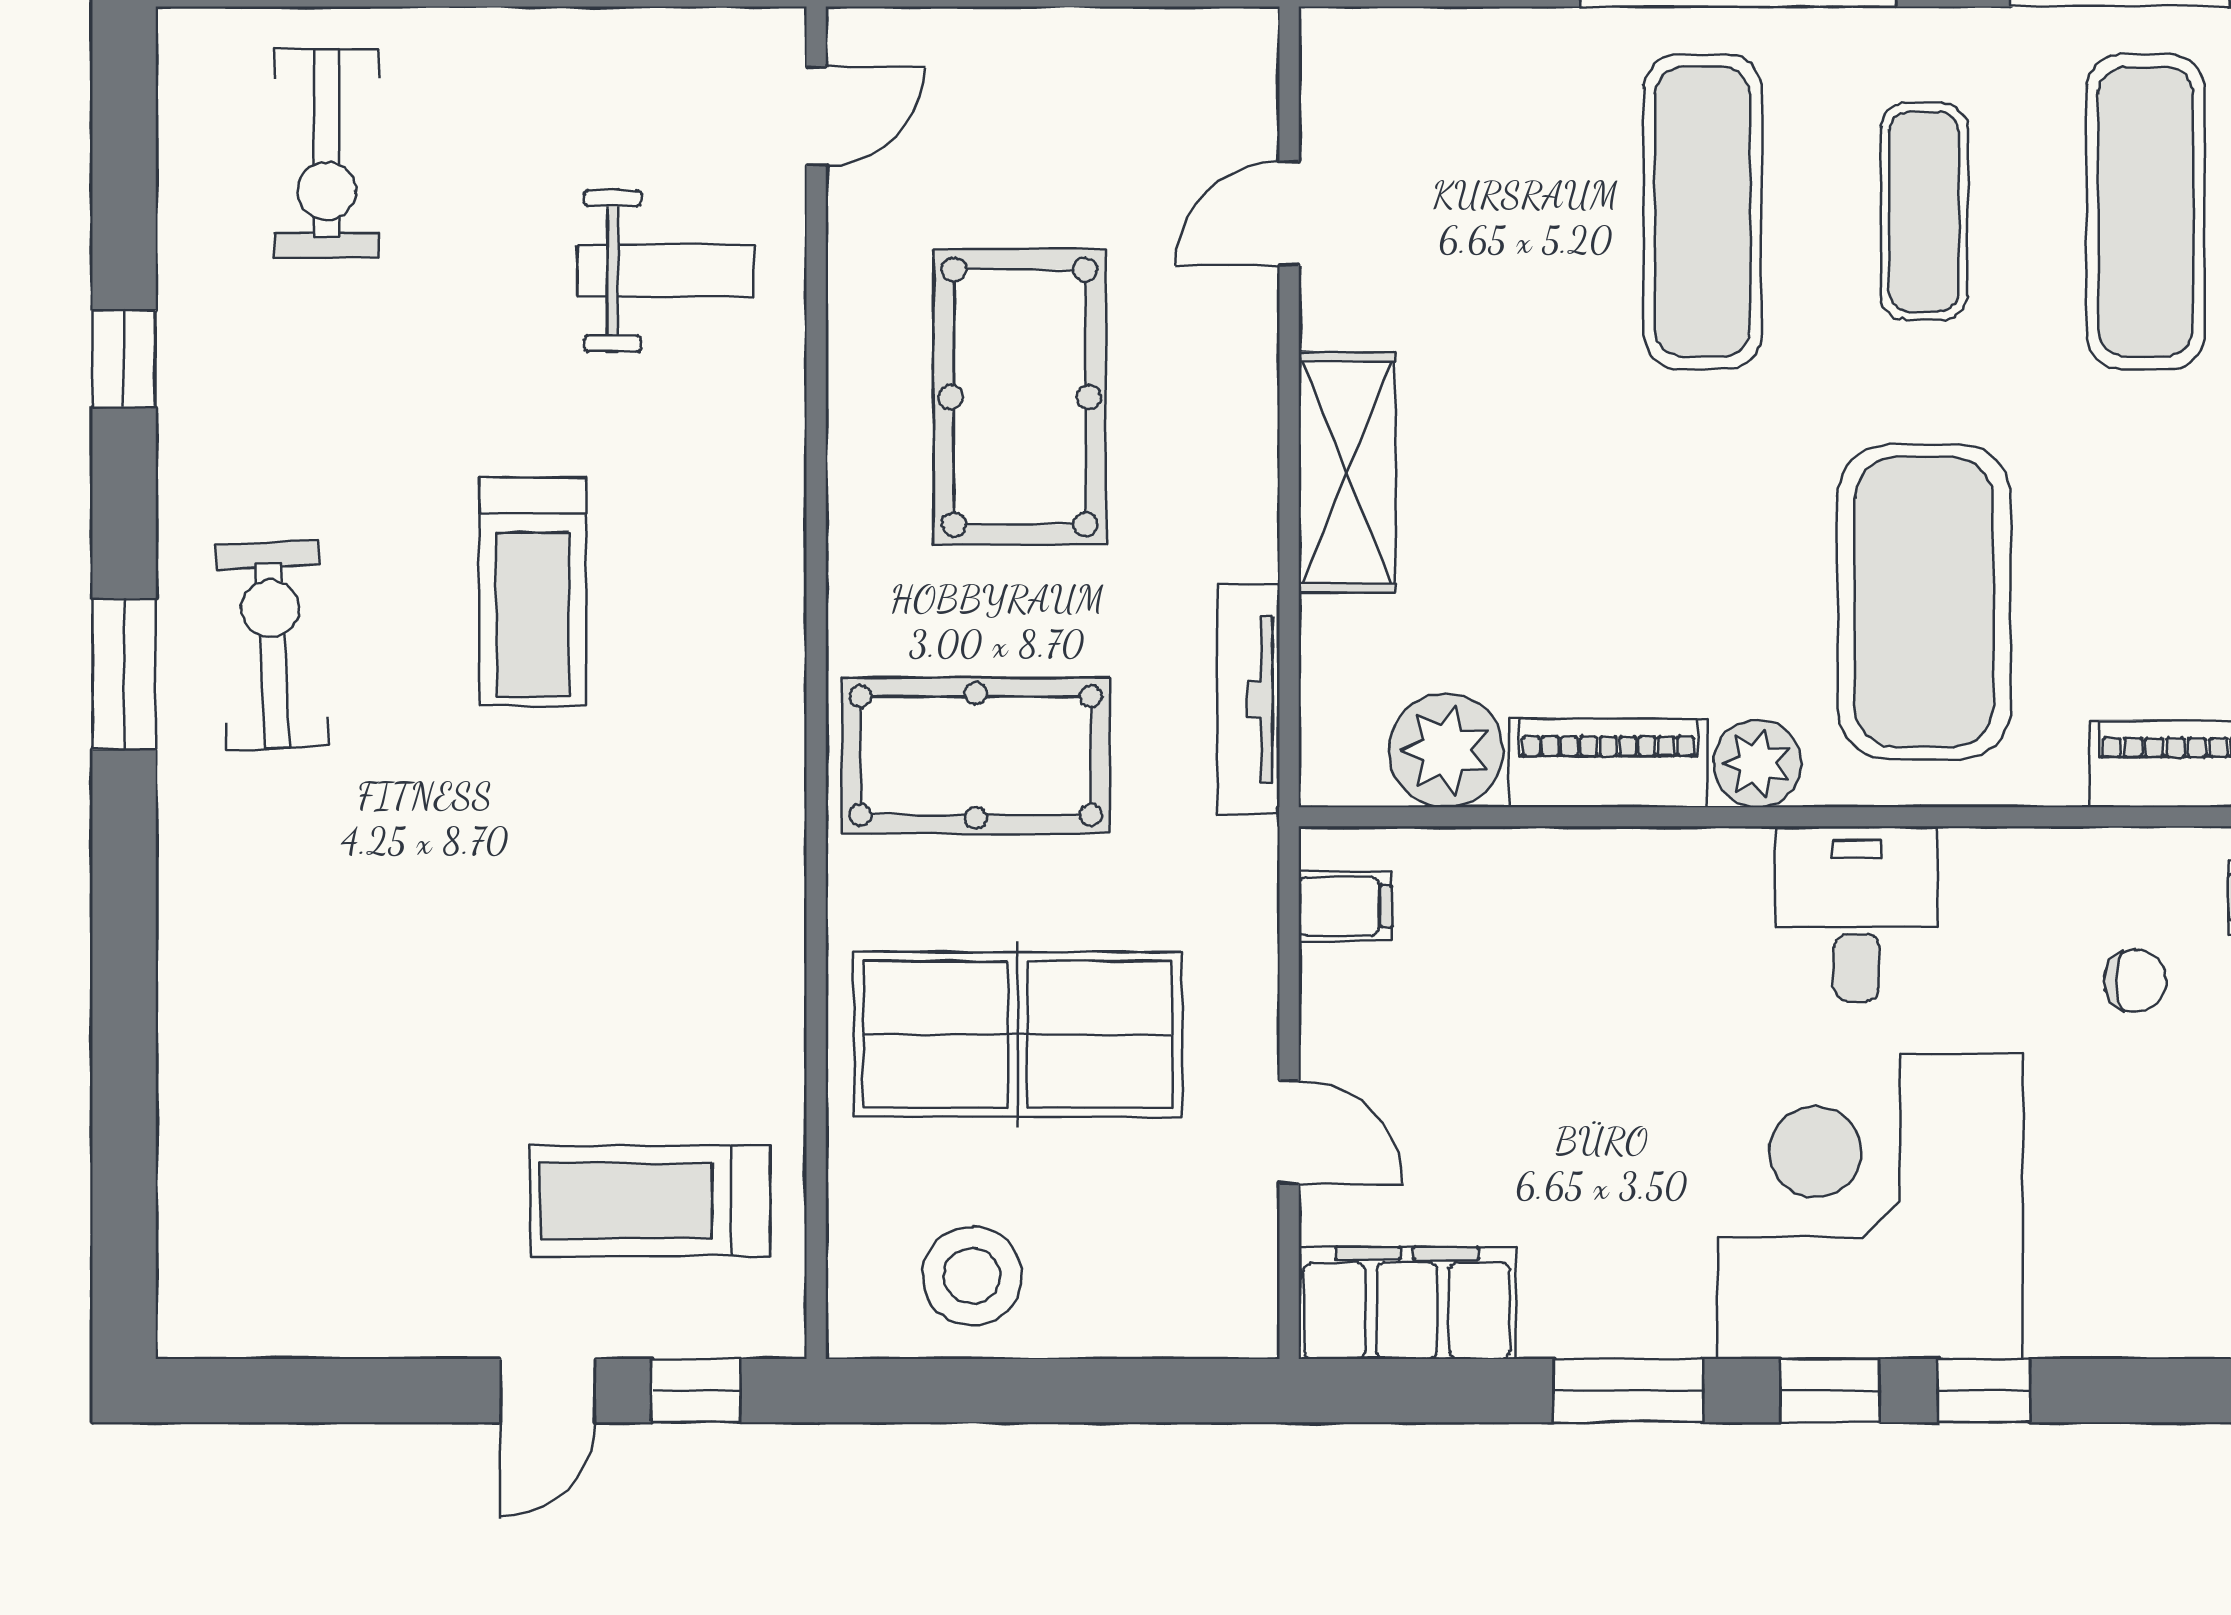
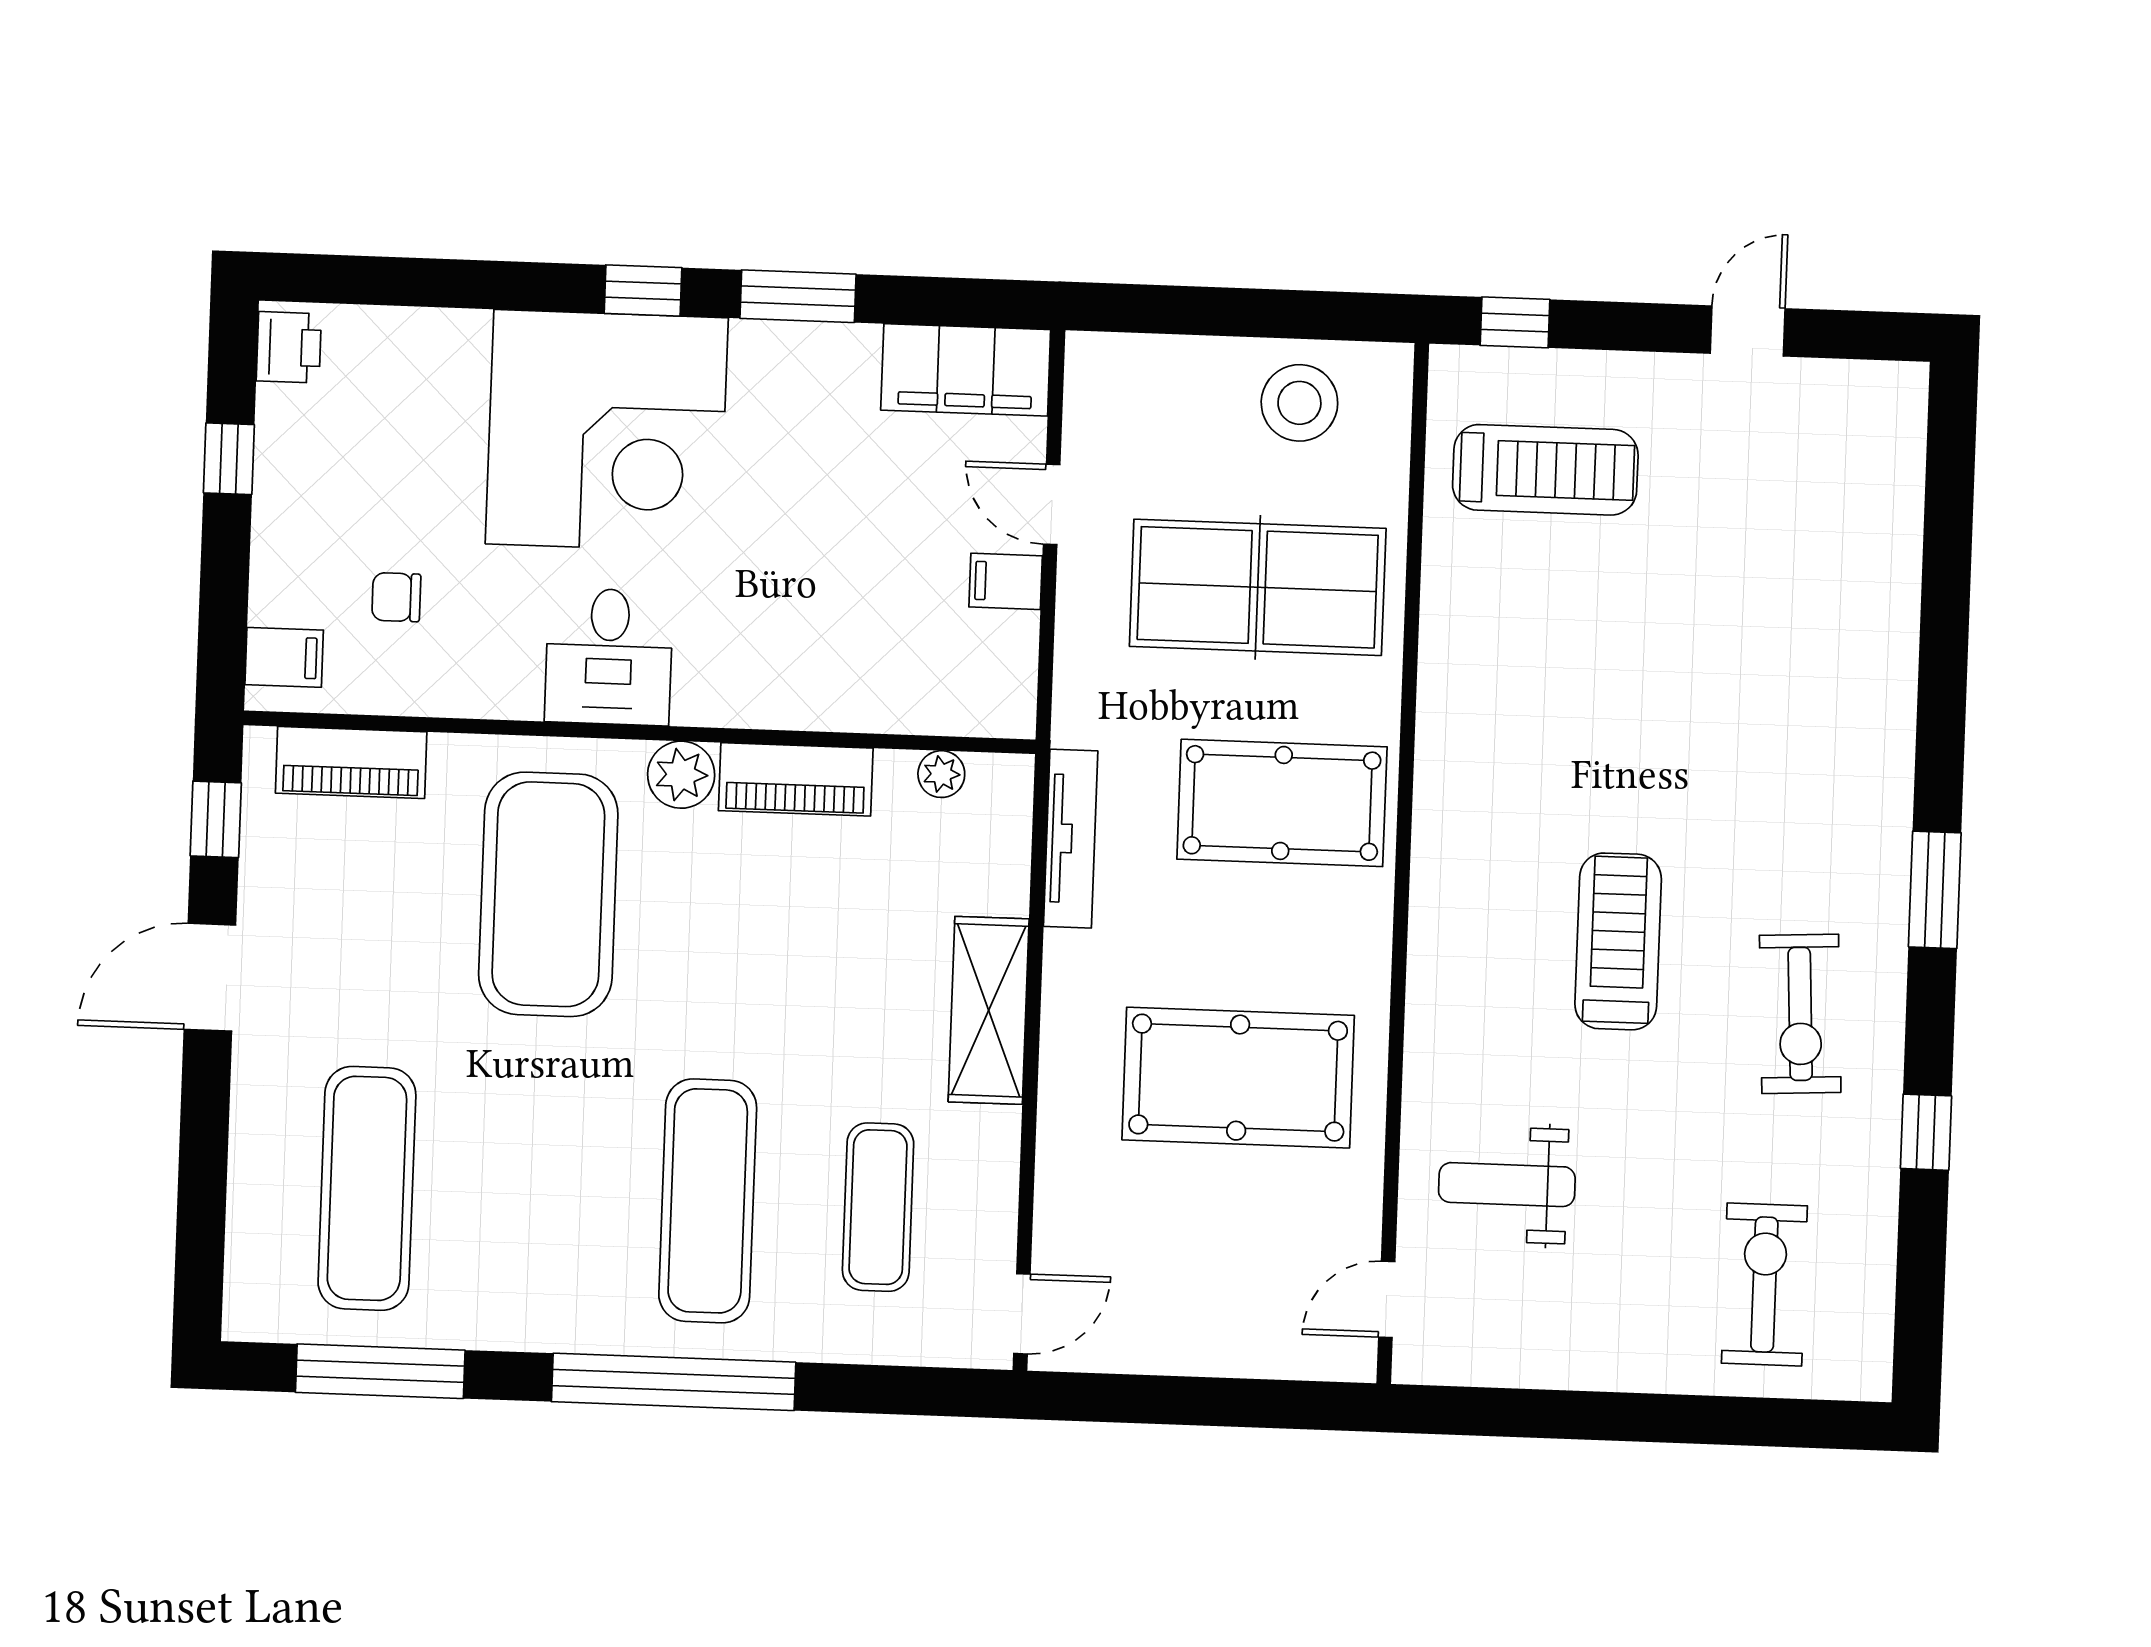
exercise mat: (1924, 212) -> (878, 1207), moved
door: (1289, 213) -> (1022, 1314), moved
pool table: (1020, 397) -> (1238, 1078), turned 90
exercise bike: (272, 645) -> (1800, 1014), moved
plant: (1446, 750) -> (941, 774), width x0.53, depth x0.53
filing cabinet: (1345, 906) -> (1006, 581), moved
door: (548, 1391) -> (1748, 331), moved
window: (1984, 1391) -> (524, 286), removed

